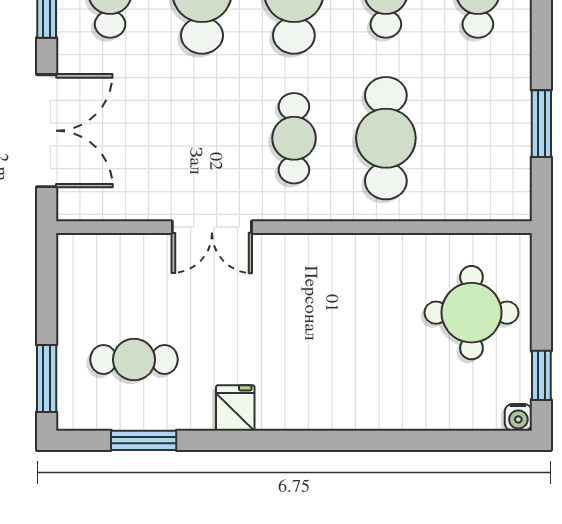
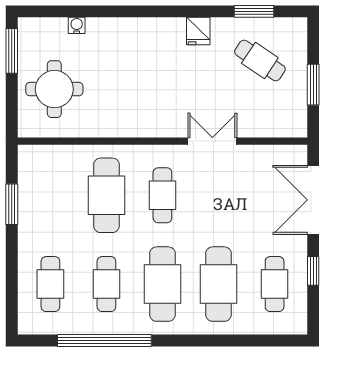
cafe table: (134, 360) -> (260, 60), turned 34
window: (541, 375) -> (12, 51), width x1.50
window: (47, 378) -> (313, 85), moved
water cooler: (518, 417) -> (77, 25), moved

